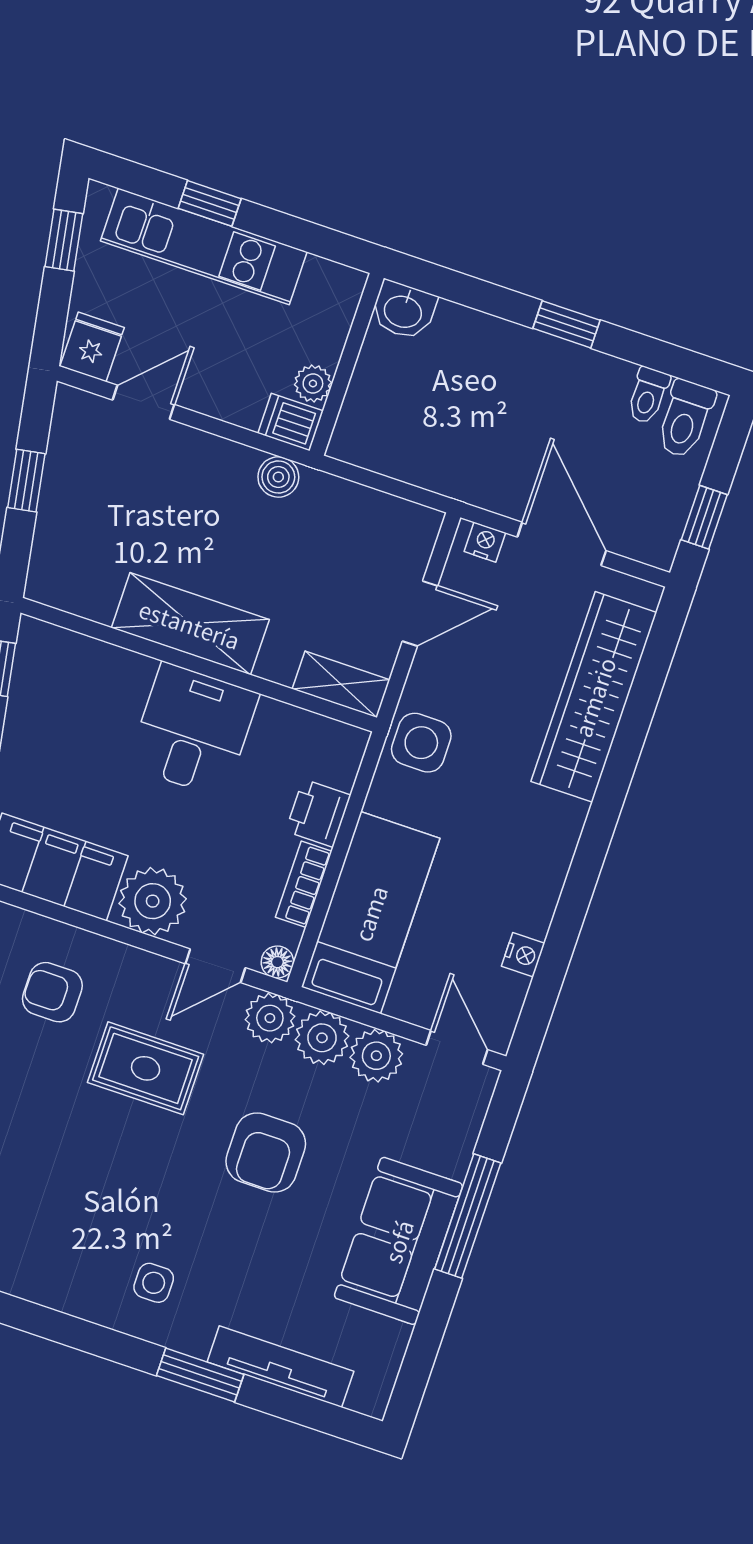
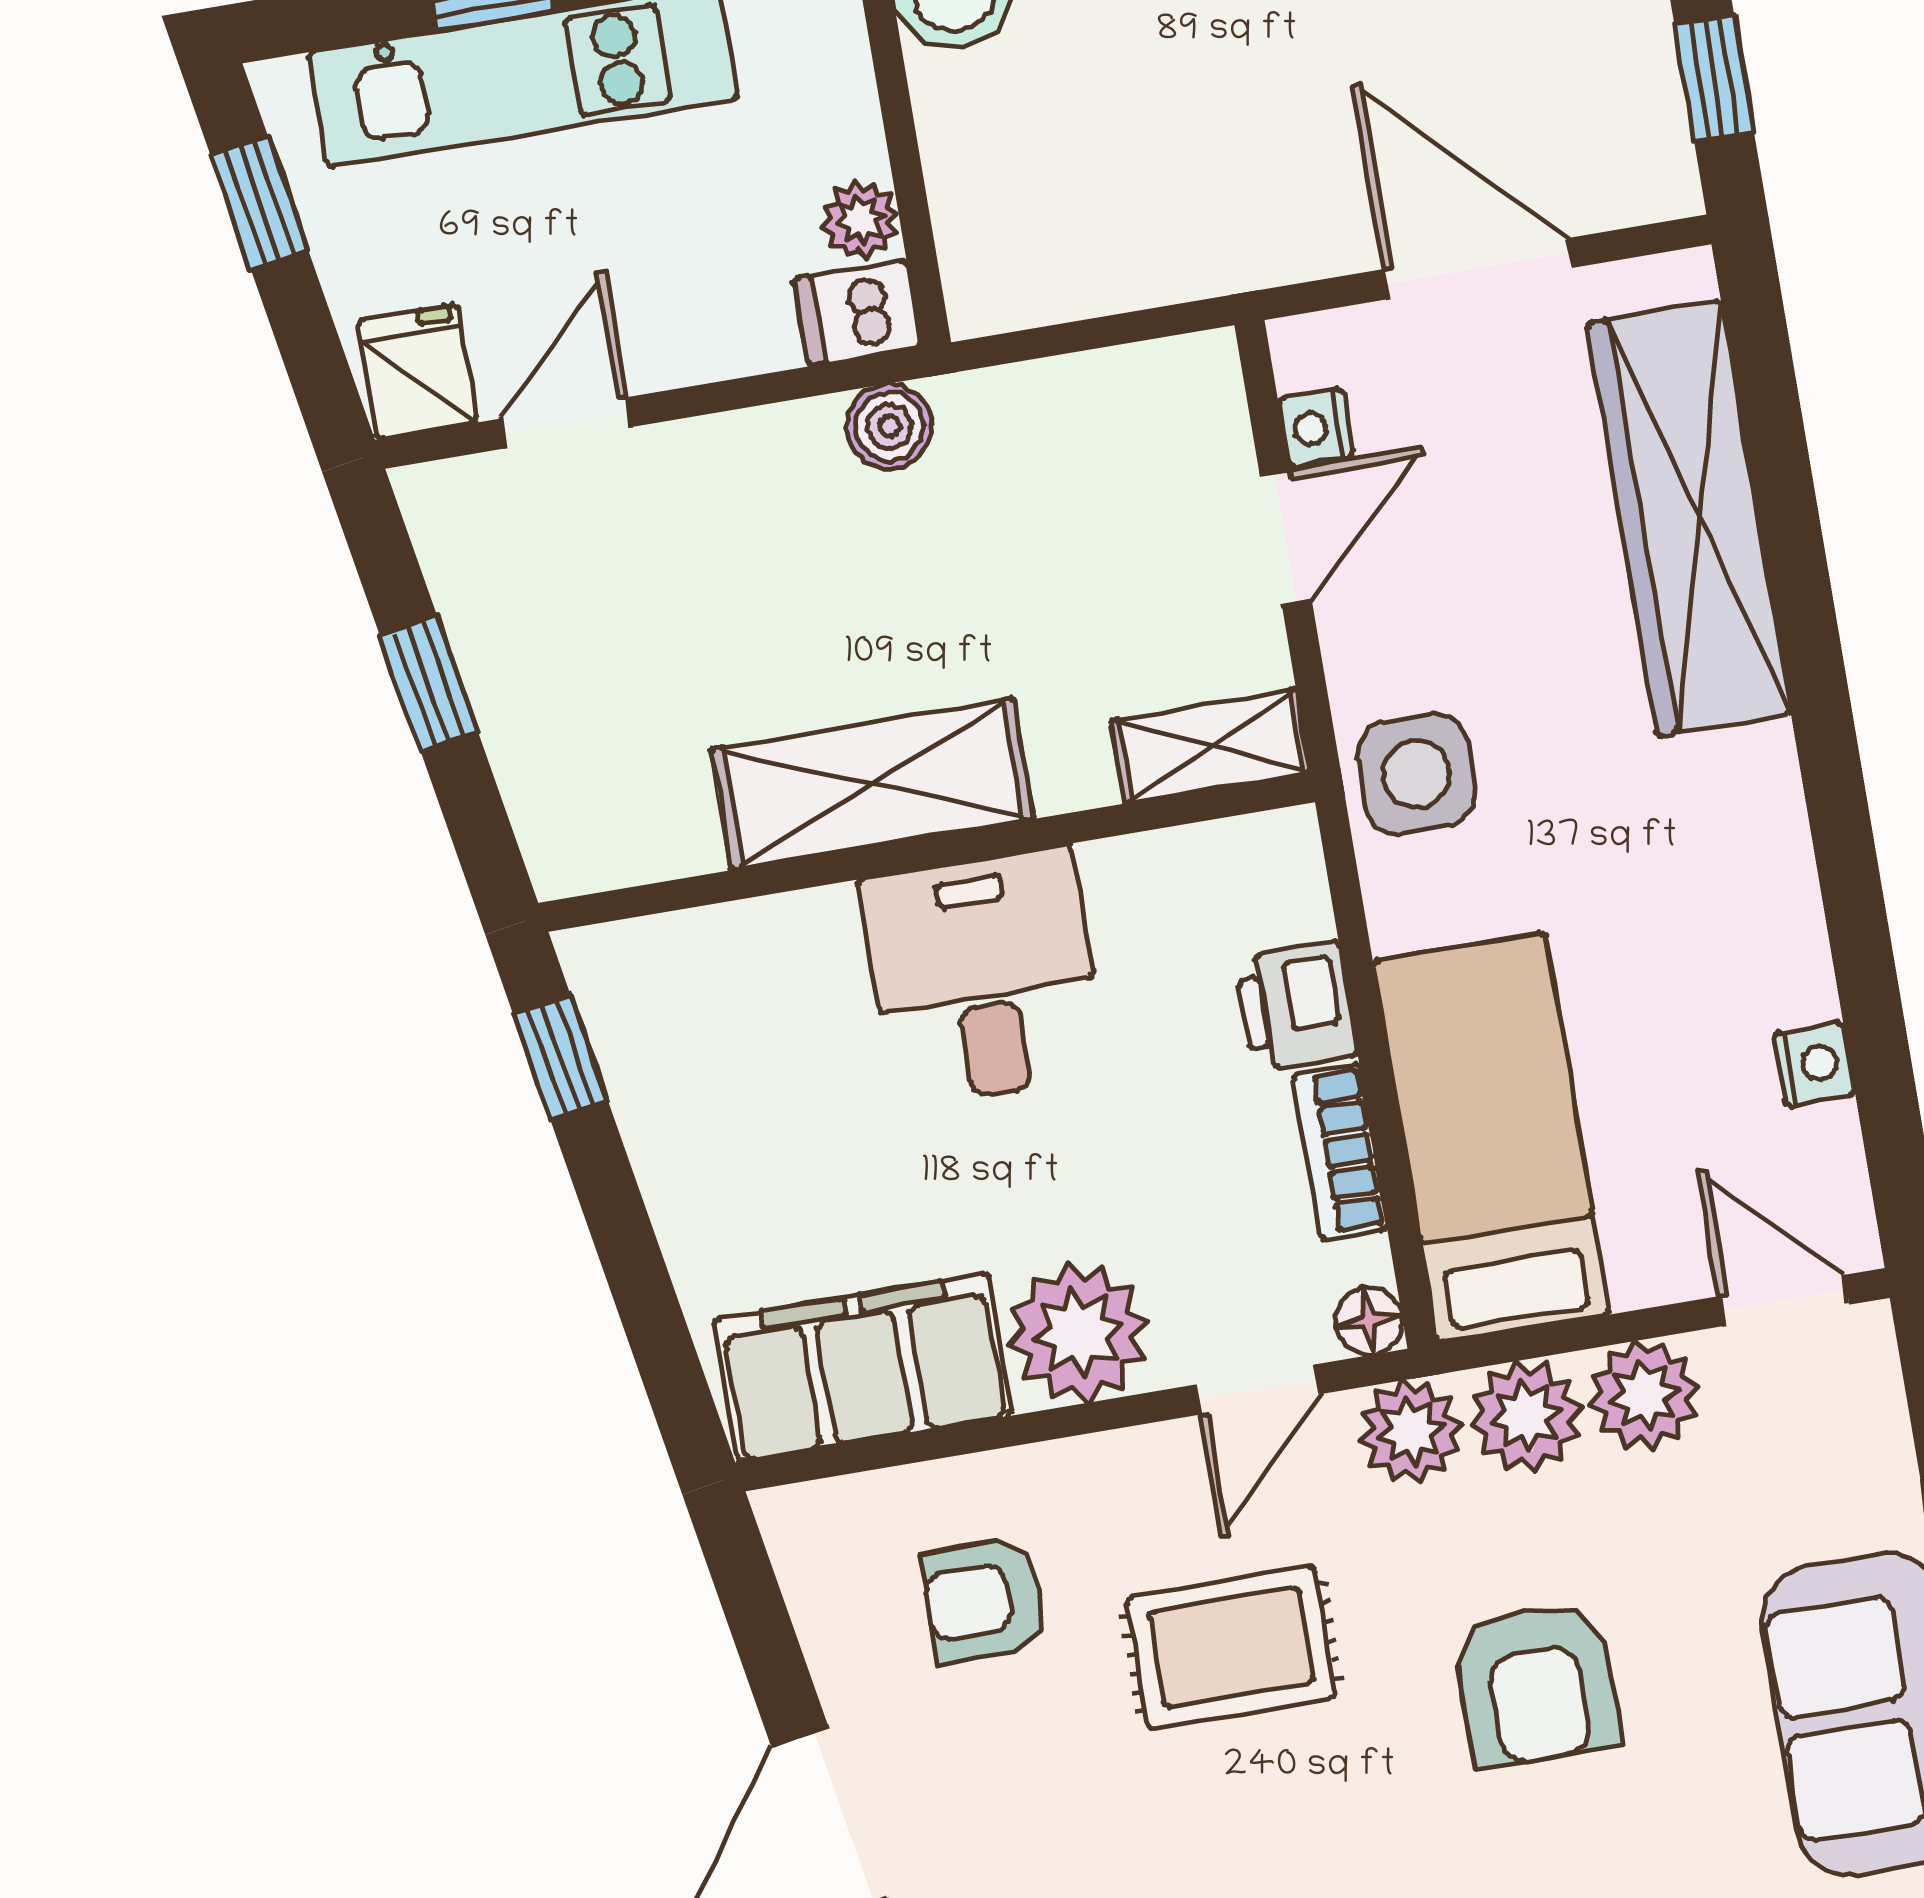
nightstand: (485, 542) -> (1316, 428), moved, turned -90

